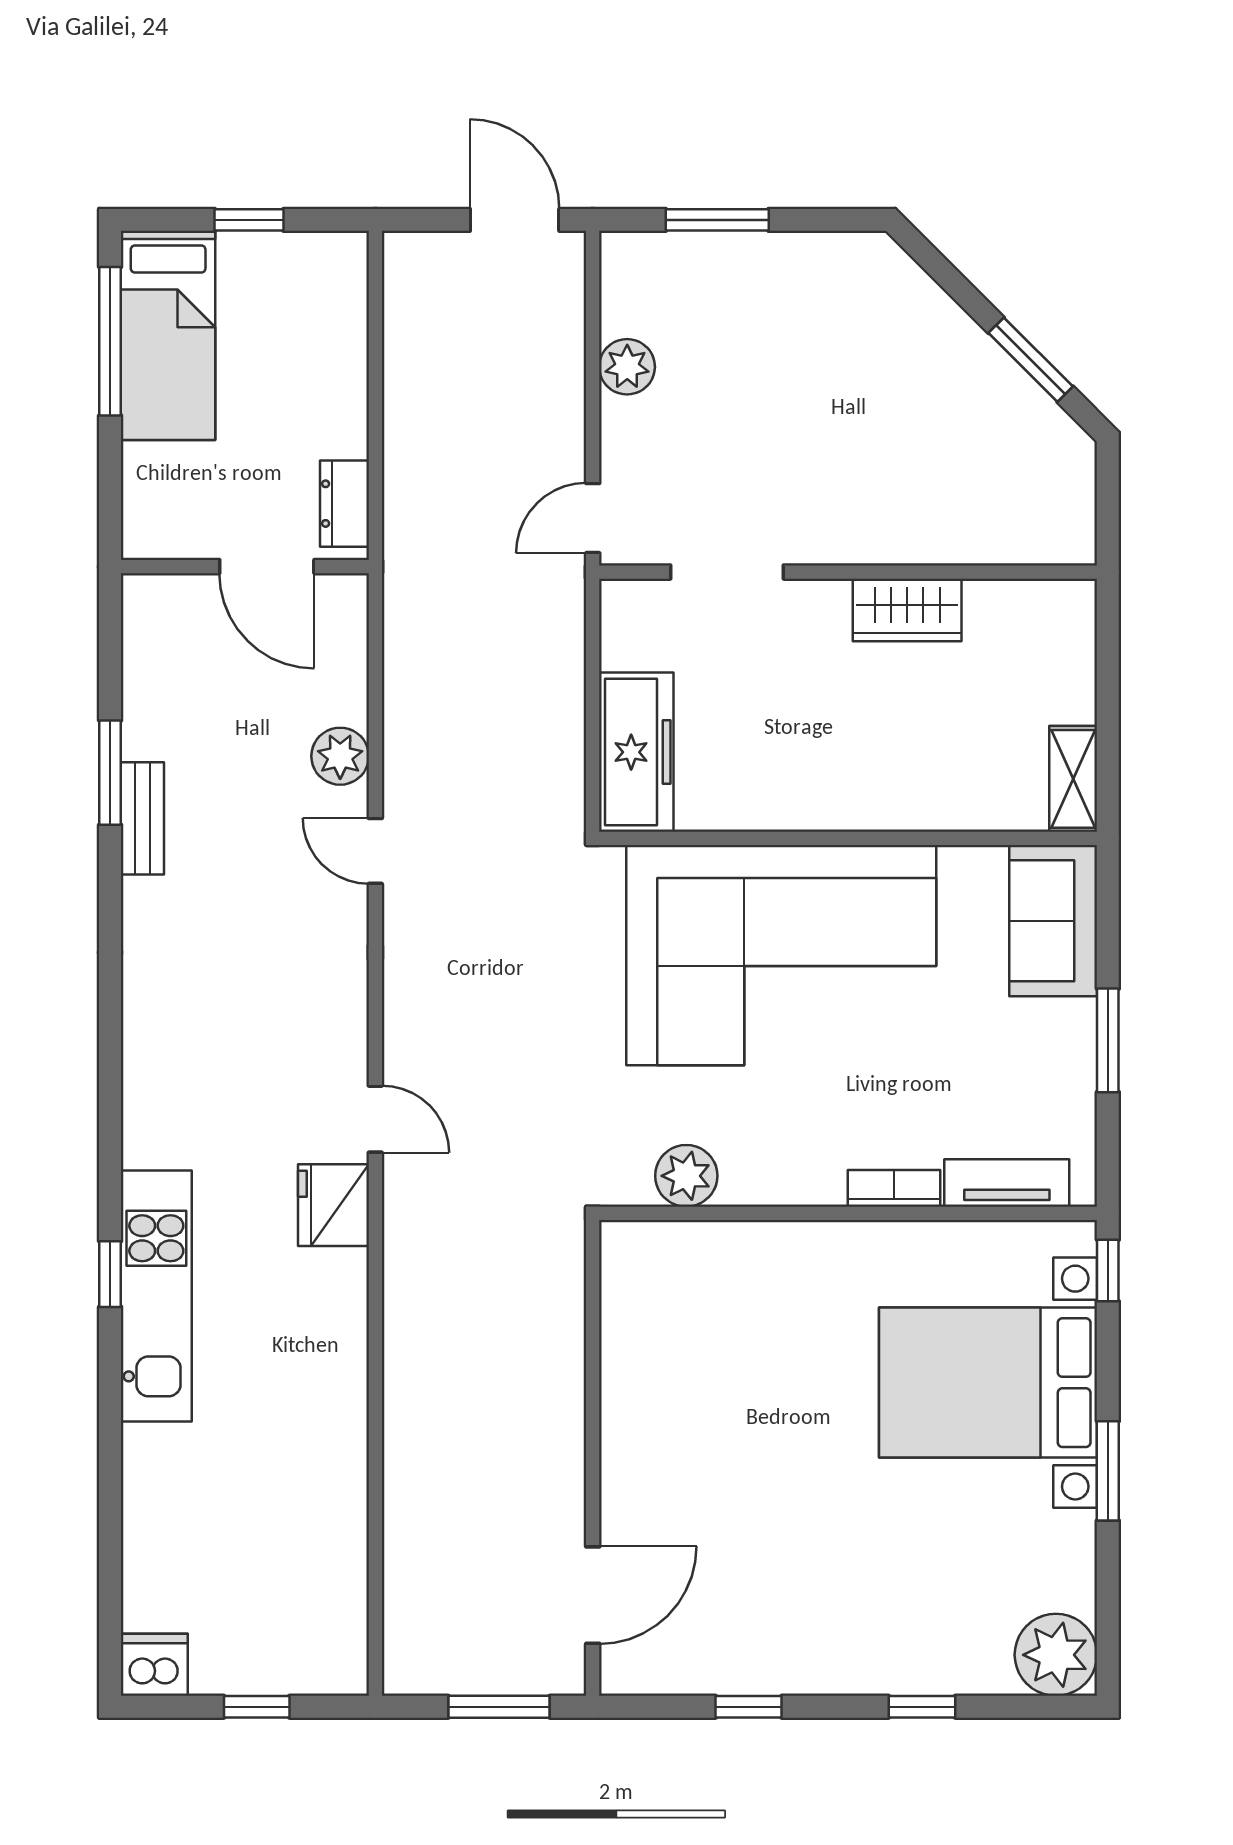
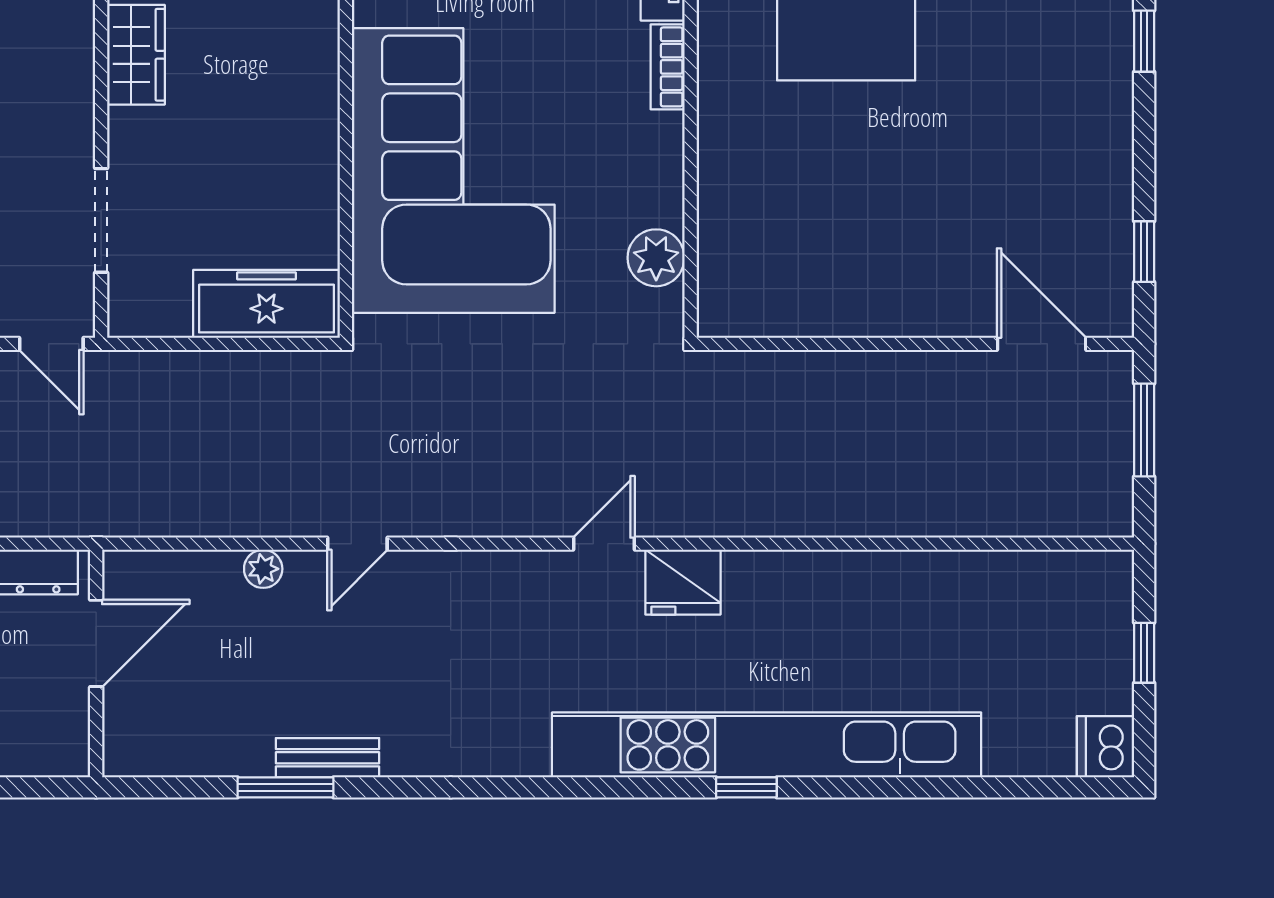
plant: (340, 756) -> (263, 569), width x0.73, depth x0.73
kitchen unit: (156, 1296) -> (767, 745), width x1.86
window: (749, 1707) -> (1144, 252), moved

